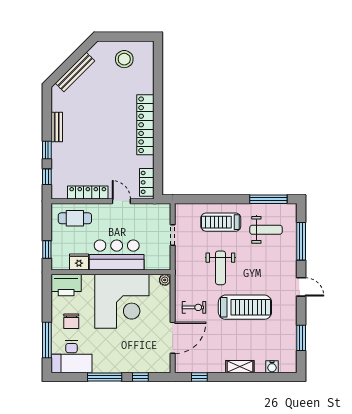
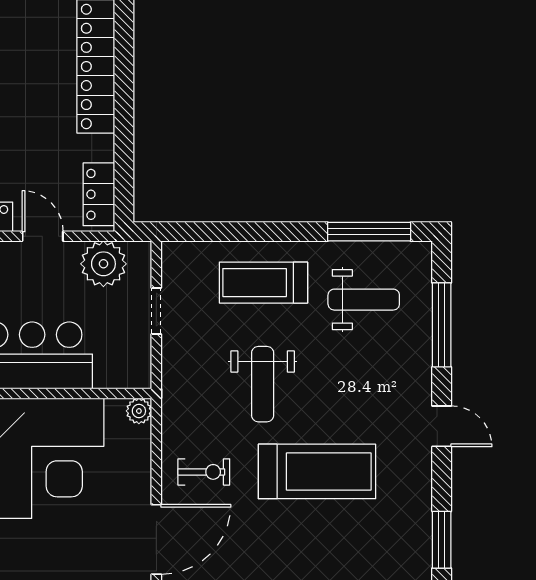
plant: (149, 214) -> (103, 264), added

